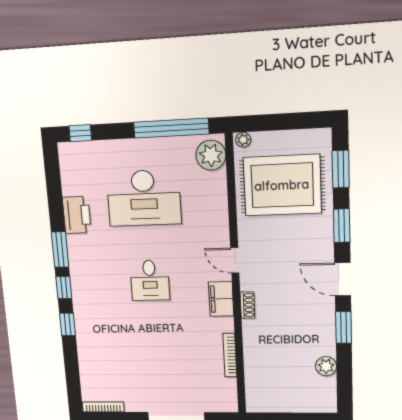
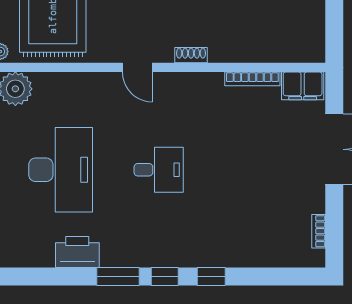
door: (235, 260) -> (137, 67), hinge flipped
filing cabinet: (221, 299) -> (303, 86), moved
bookcase: (103, 407) -> (319, 231), width x0.64

